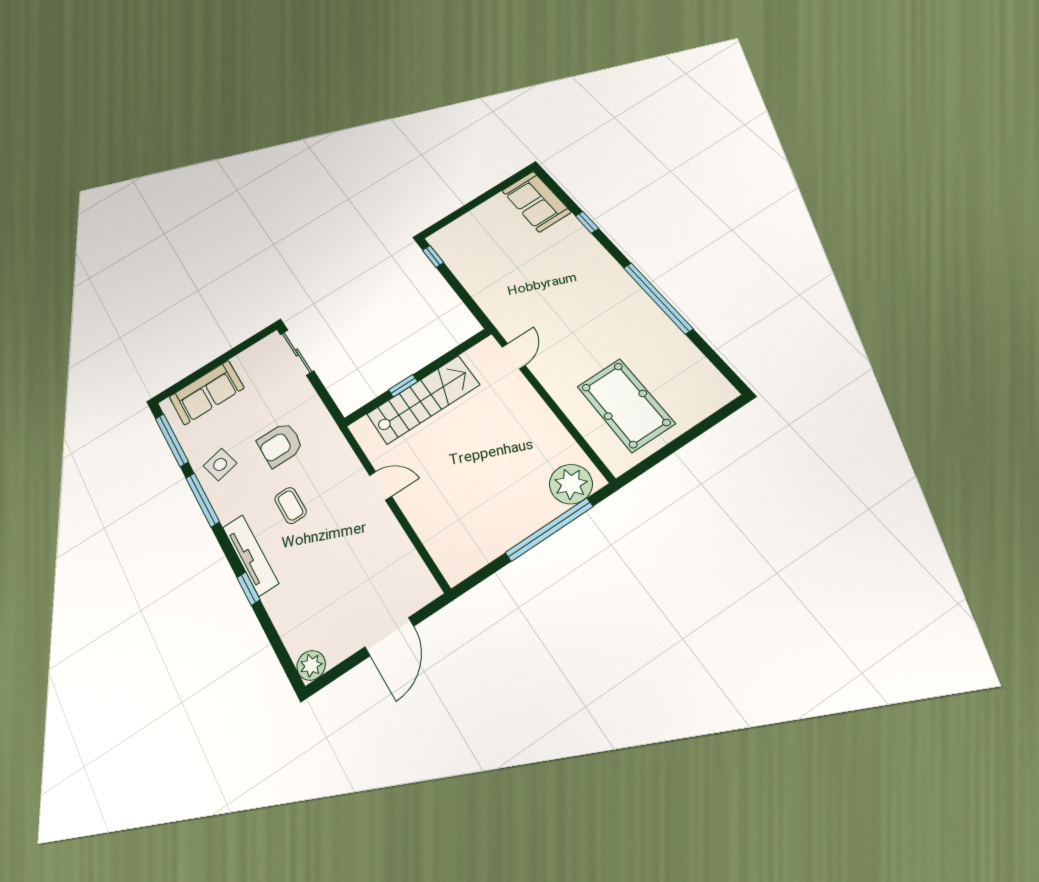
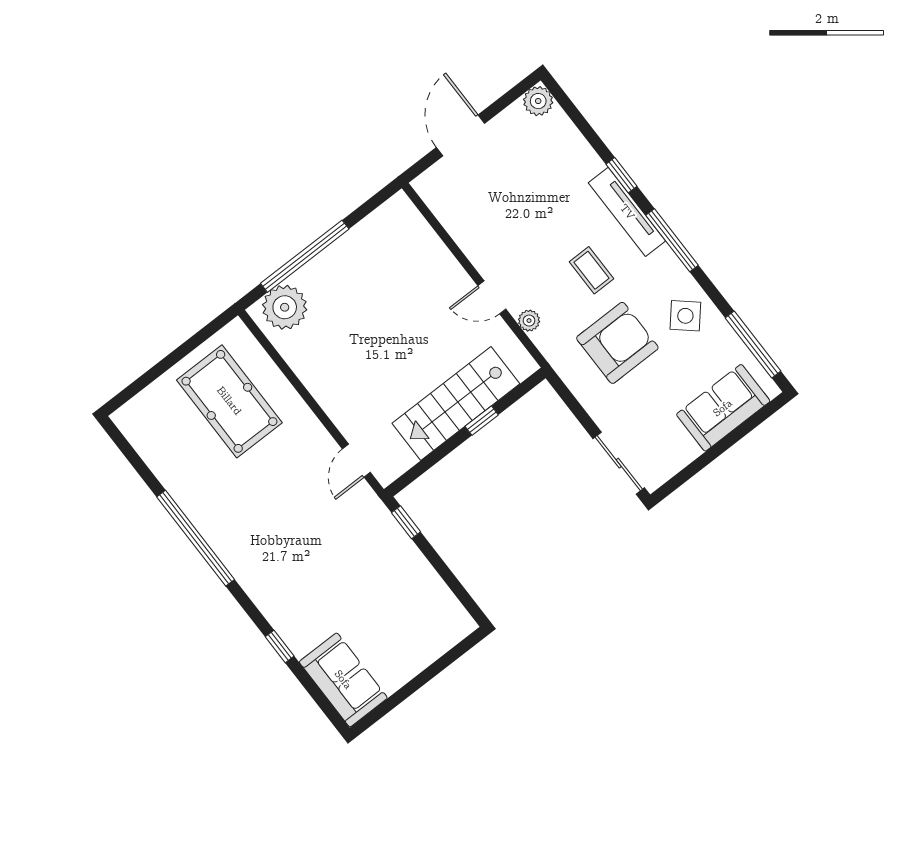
window: (433, 256) -> (406, 522), moved
armchair: (280, 444) -> (617, 343), width x1.36, depth x1.36
side table: (220, 465) -> (685, 316), turned -35
plant: (351, 465) -> (529, 321), added
window: (203, 500) -> (672, 240), moved

